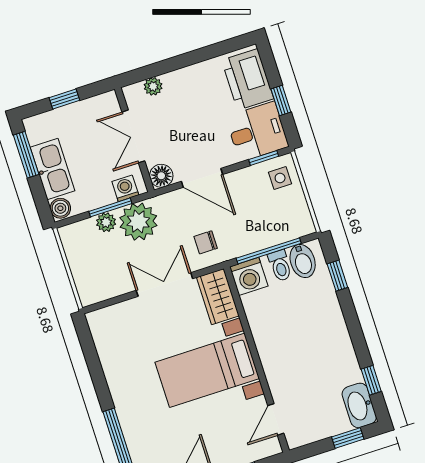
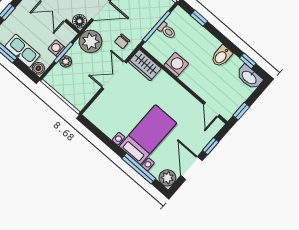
washing machine: (125, 188) -> (57, 48), moved
plant: (138, 222) -> (90, 41), moved
bidet: (303, 261) -> (222, 56), moved, turned 90
washing machine: (249, 276) -> (176, 65), moved, turned -90
bed with nightstands: (207, 370) -> (148, 135), moved, turned 180
window: (348, 438) -> (241, 111), moved

